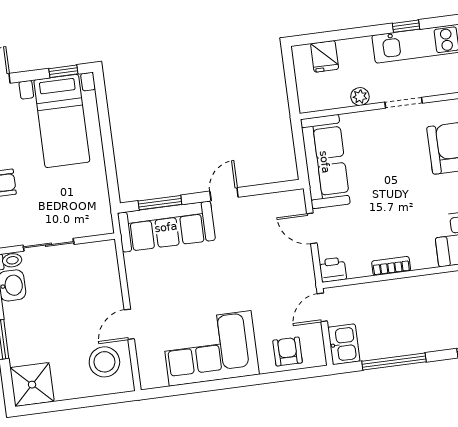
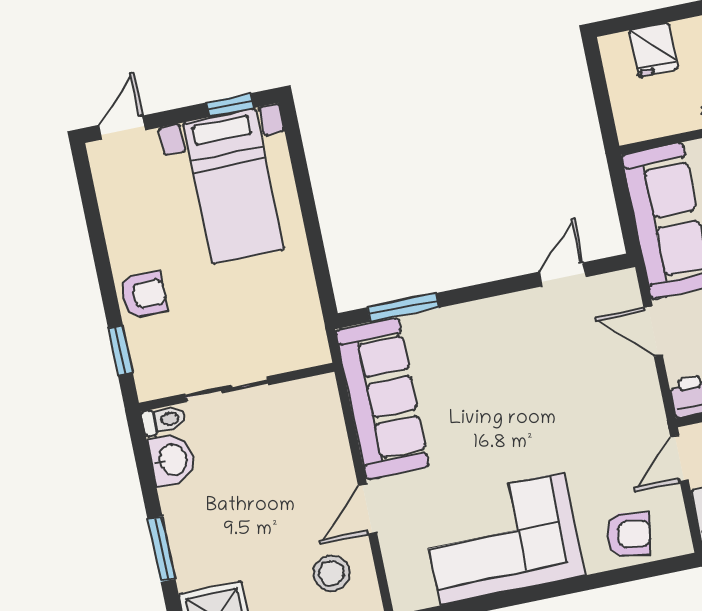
door: (224, 194) -> (563, 274), moved
sofa: (166, 227) -> (382, 399), moved, turned -90
armchair: (288, 352) -> (628, 534), turned 99
stool: (104, 362) -> (332, 573), width x0.73, depth x0.73

